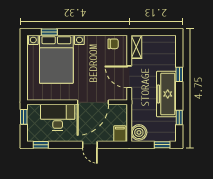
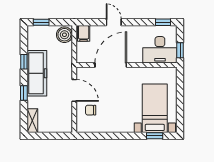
chair: (113, 44) -> (91, 110), moved
shelving: (136, 47) -> (32, 121), moved
bed with nightstands: (56, 59) -> (155, 108), width x0.73
desk: (58, 117) -> (160, 50), moved
window: (179, 118) -> (24, 62), moved

